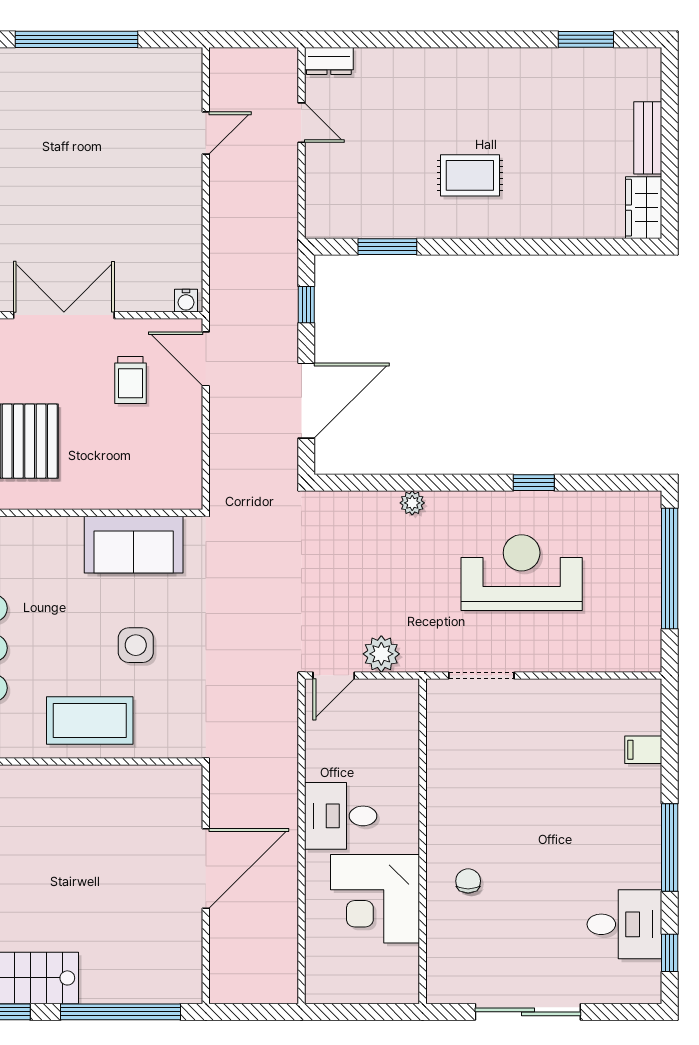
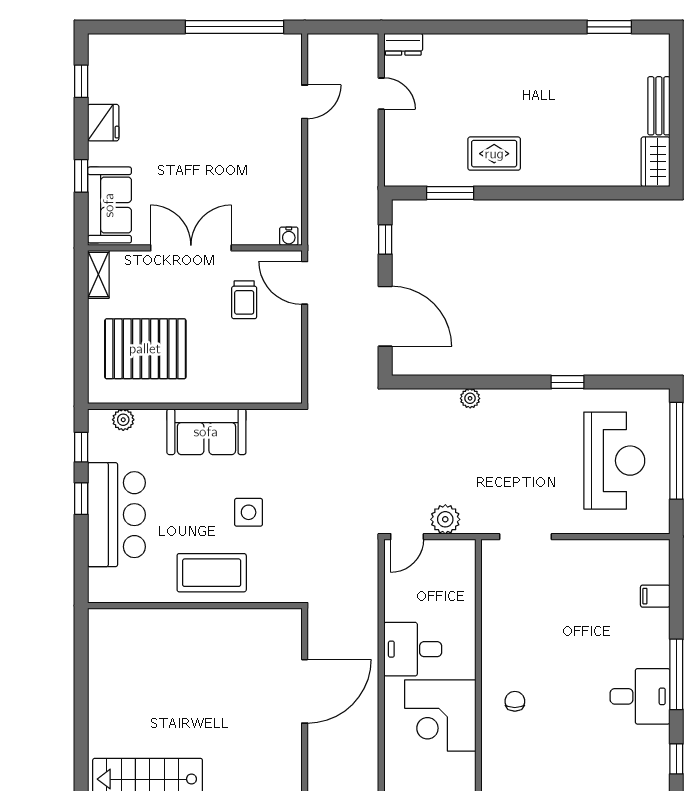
window: (76, 39) -> (234, 27), moved
rug: (470, 175) -> (494, 154), moved
door: (306, 401) -> (385, 316), hinge flipped
sofa: (134, 545) -> (206, 432), moved
reception desk: (522, 573) -> (614, 461), moved, turned 90
desk: (624, 924) -> (640, 696), moved

